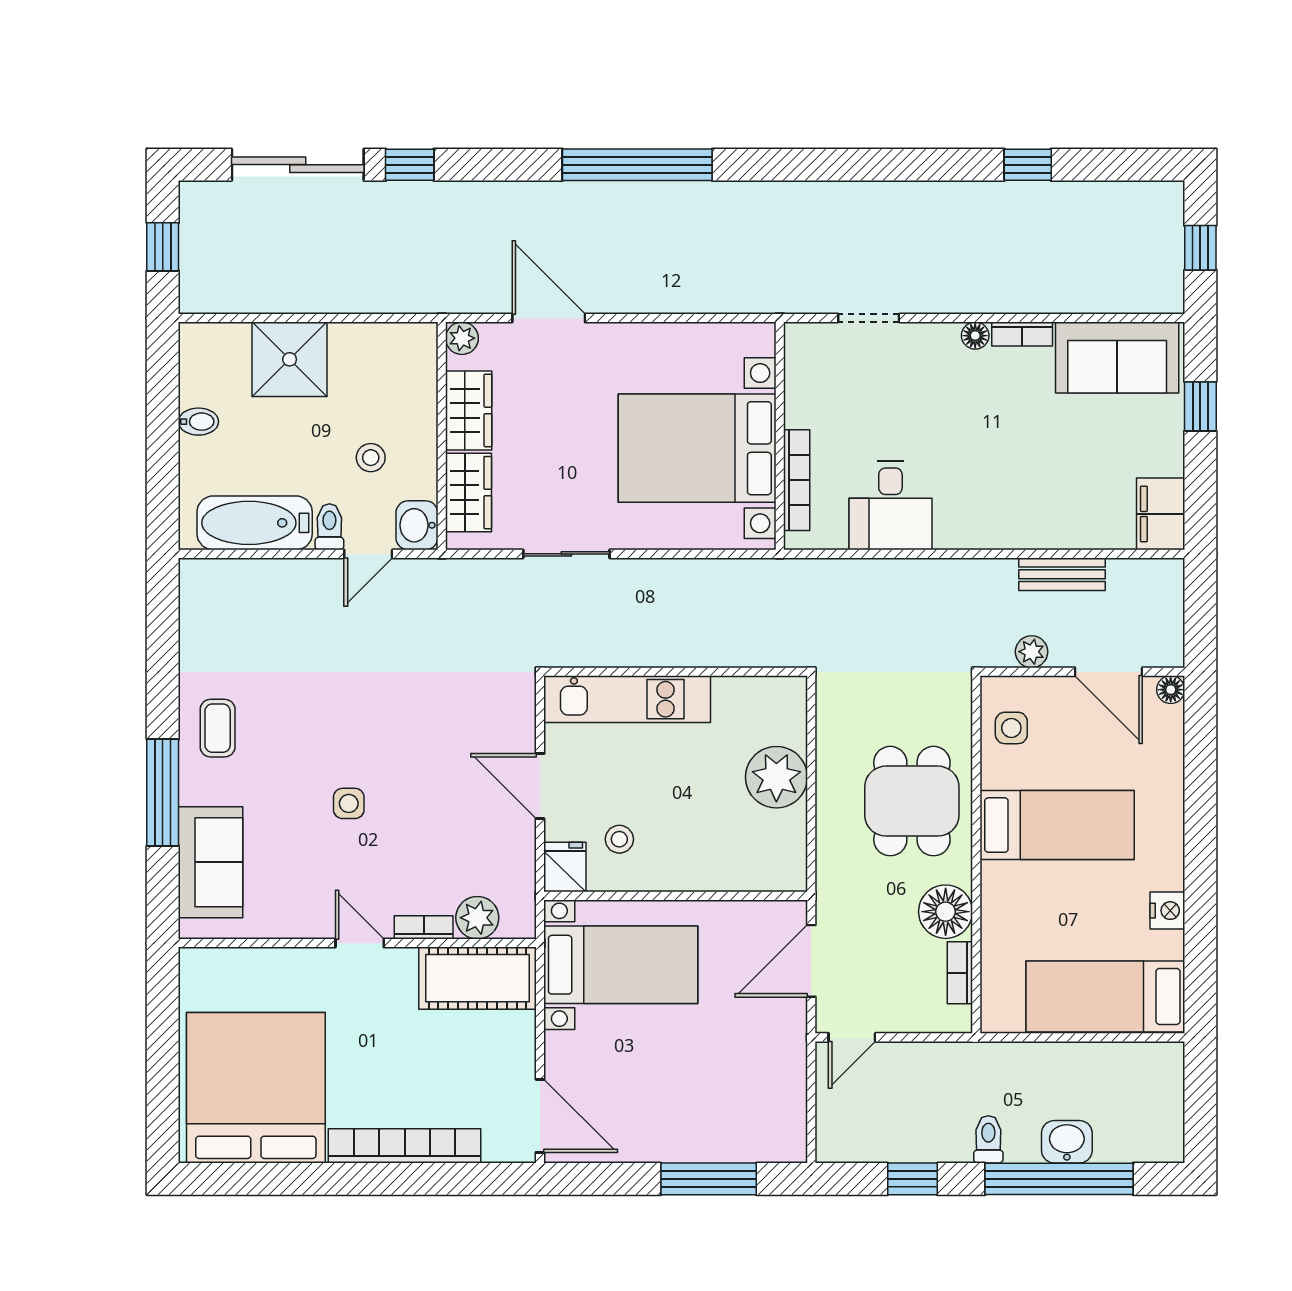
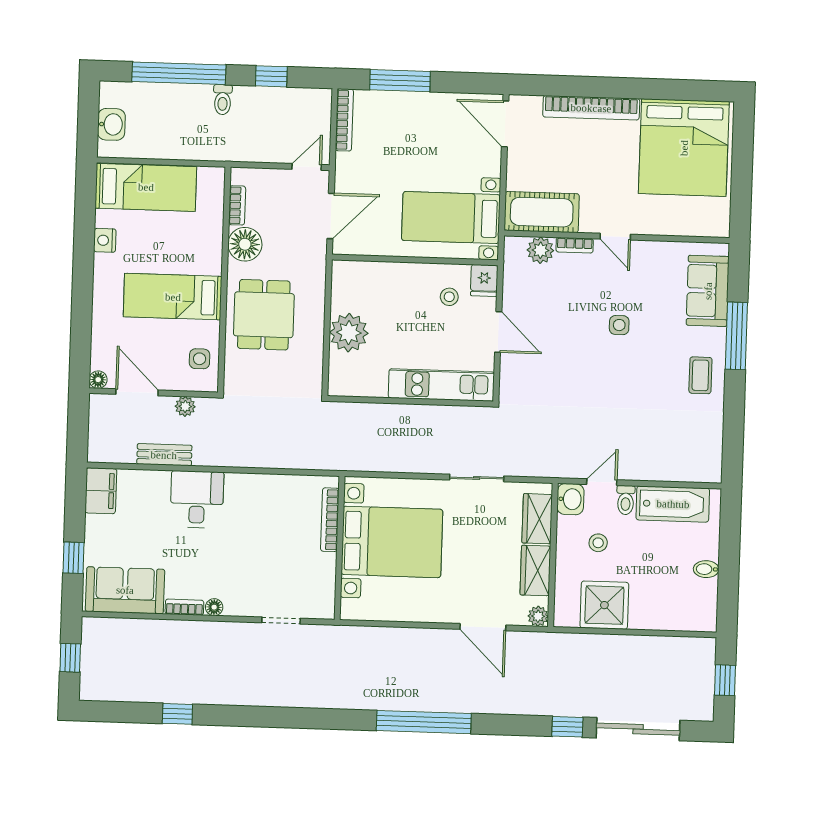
shower: (290, 359) -> (604, 605), moved
desk: (890, 505) -> (197, 499), moved
bookcase: (795, 1114) -> (344, 120), added
washbasin: (1067, 1142) -> (111, 124), moved, turned -90

